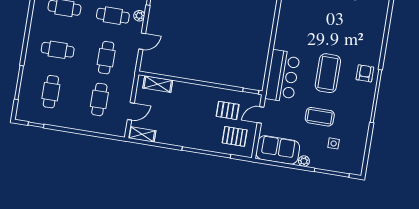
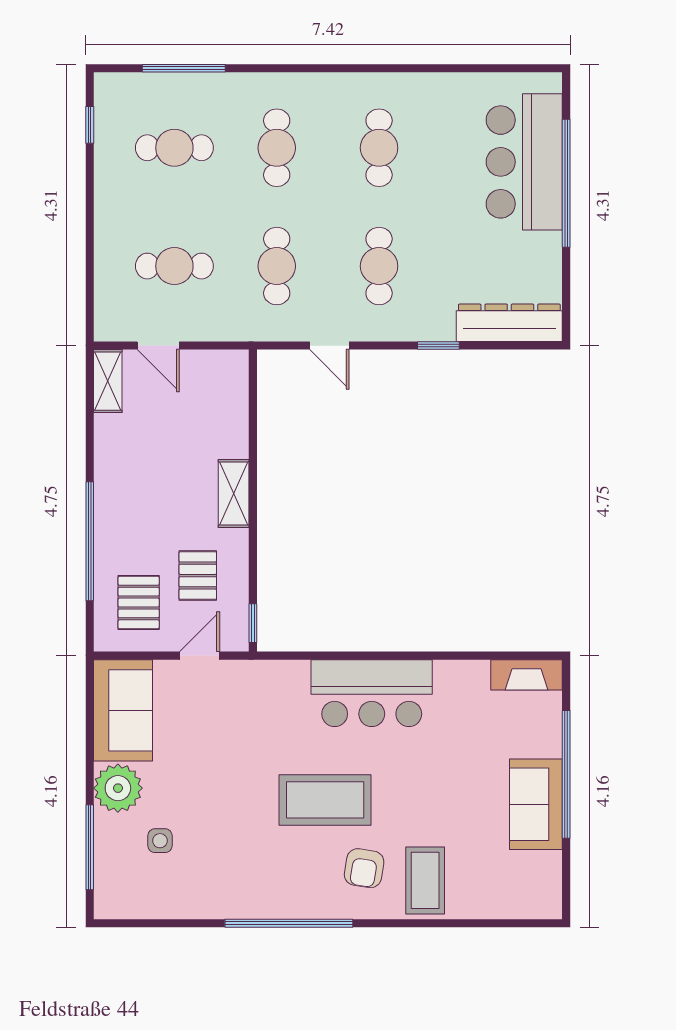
plant: (139, 16) -> (389, 329), removed
cafe table: (106, 58) -> (277, 266), turned 90
armchair: (365, 73) -> (364, 868), moved, turned 99
bar counter: (283, 76) -> (372, 693), moved
shelving: (158, 84) -> (234, 493), moved
door: (260, 115) -> (200, 656), hinge flipped
coffee table: (320, 117) -> (425, 880), moved
plant: (304, 161) -> (118, 788), width x1.88, depth x1.88

